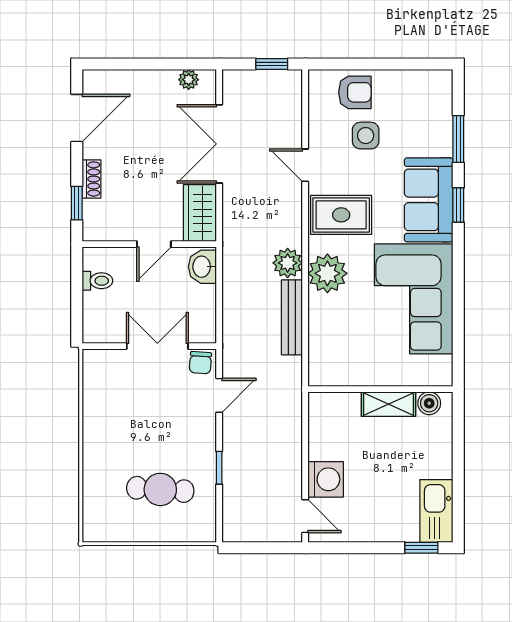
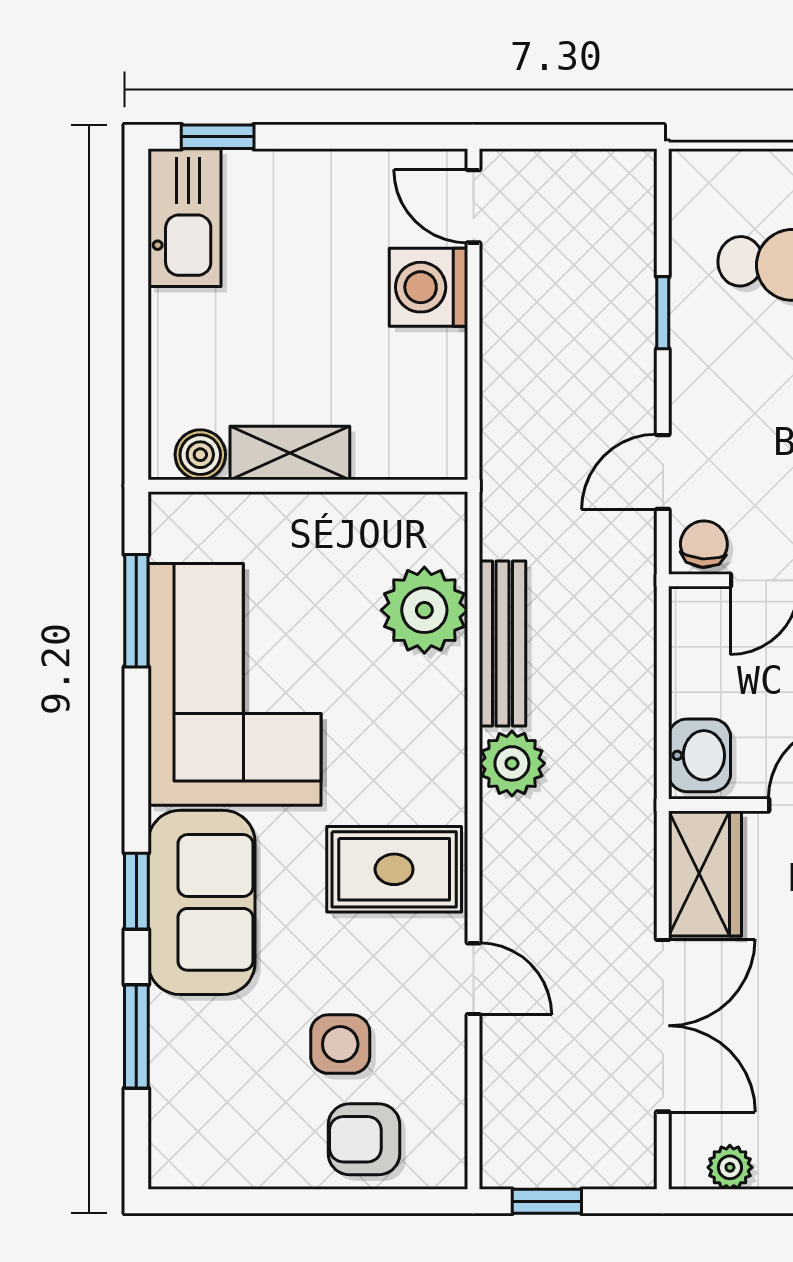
plant: (327, 273) -> (424, 610), moved
window: (458, 332) -> (136, 611), added

